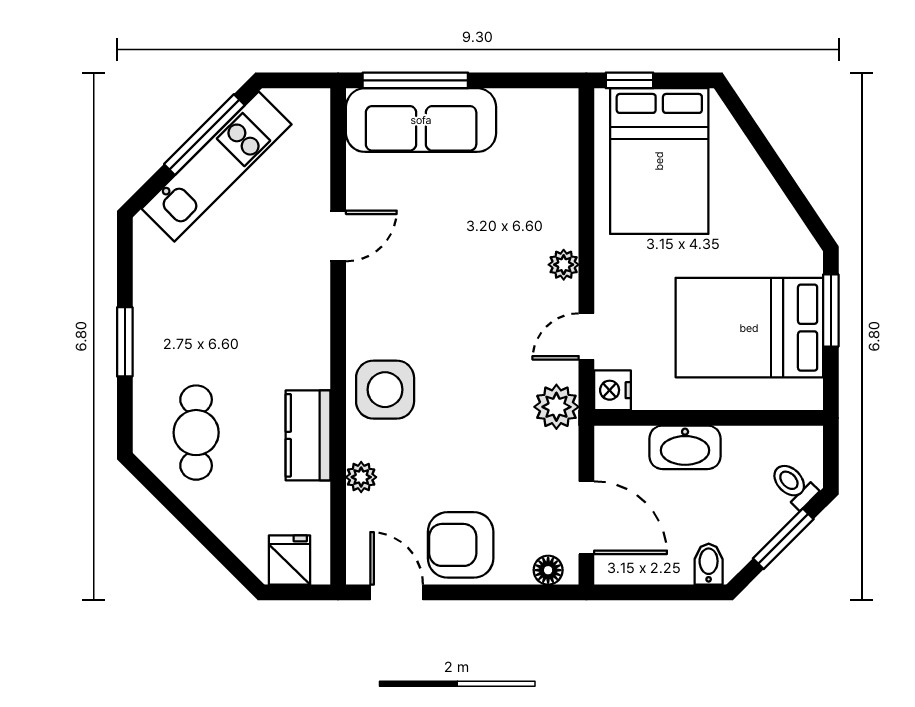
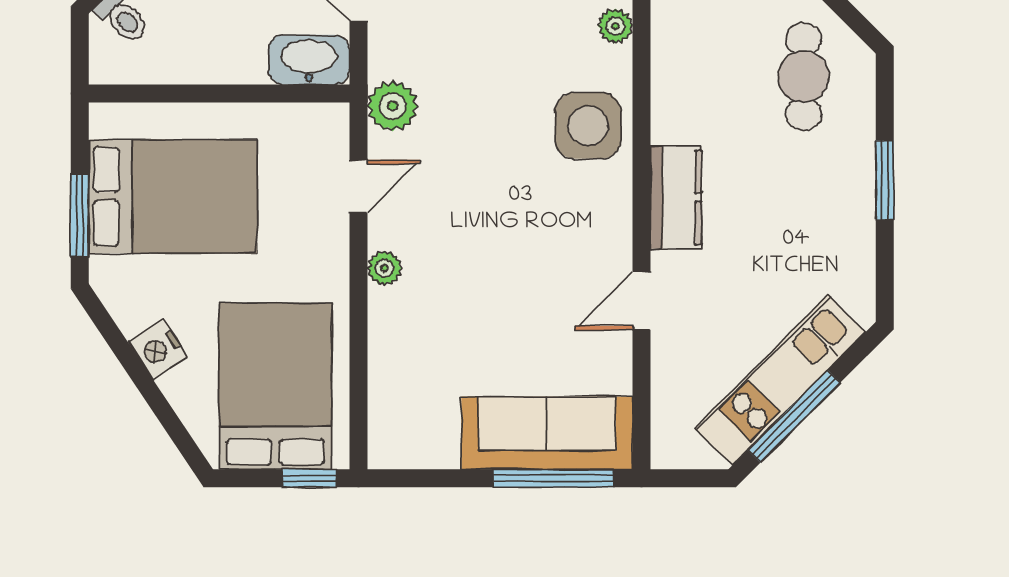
nightstand: (613, 390) -> (158, 350), moved, turned 146
kitchen counter: (308, 435) -> (676, 197), moved
washbasin: (685, 447) -> (309, 60), moved

